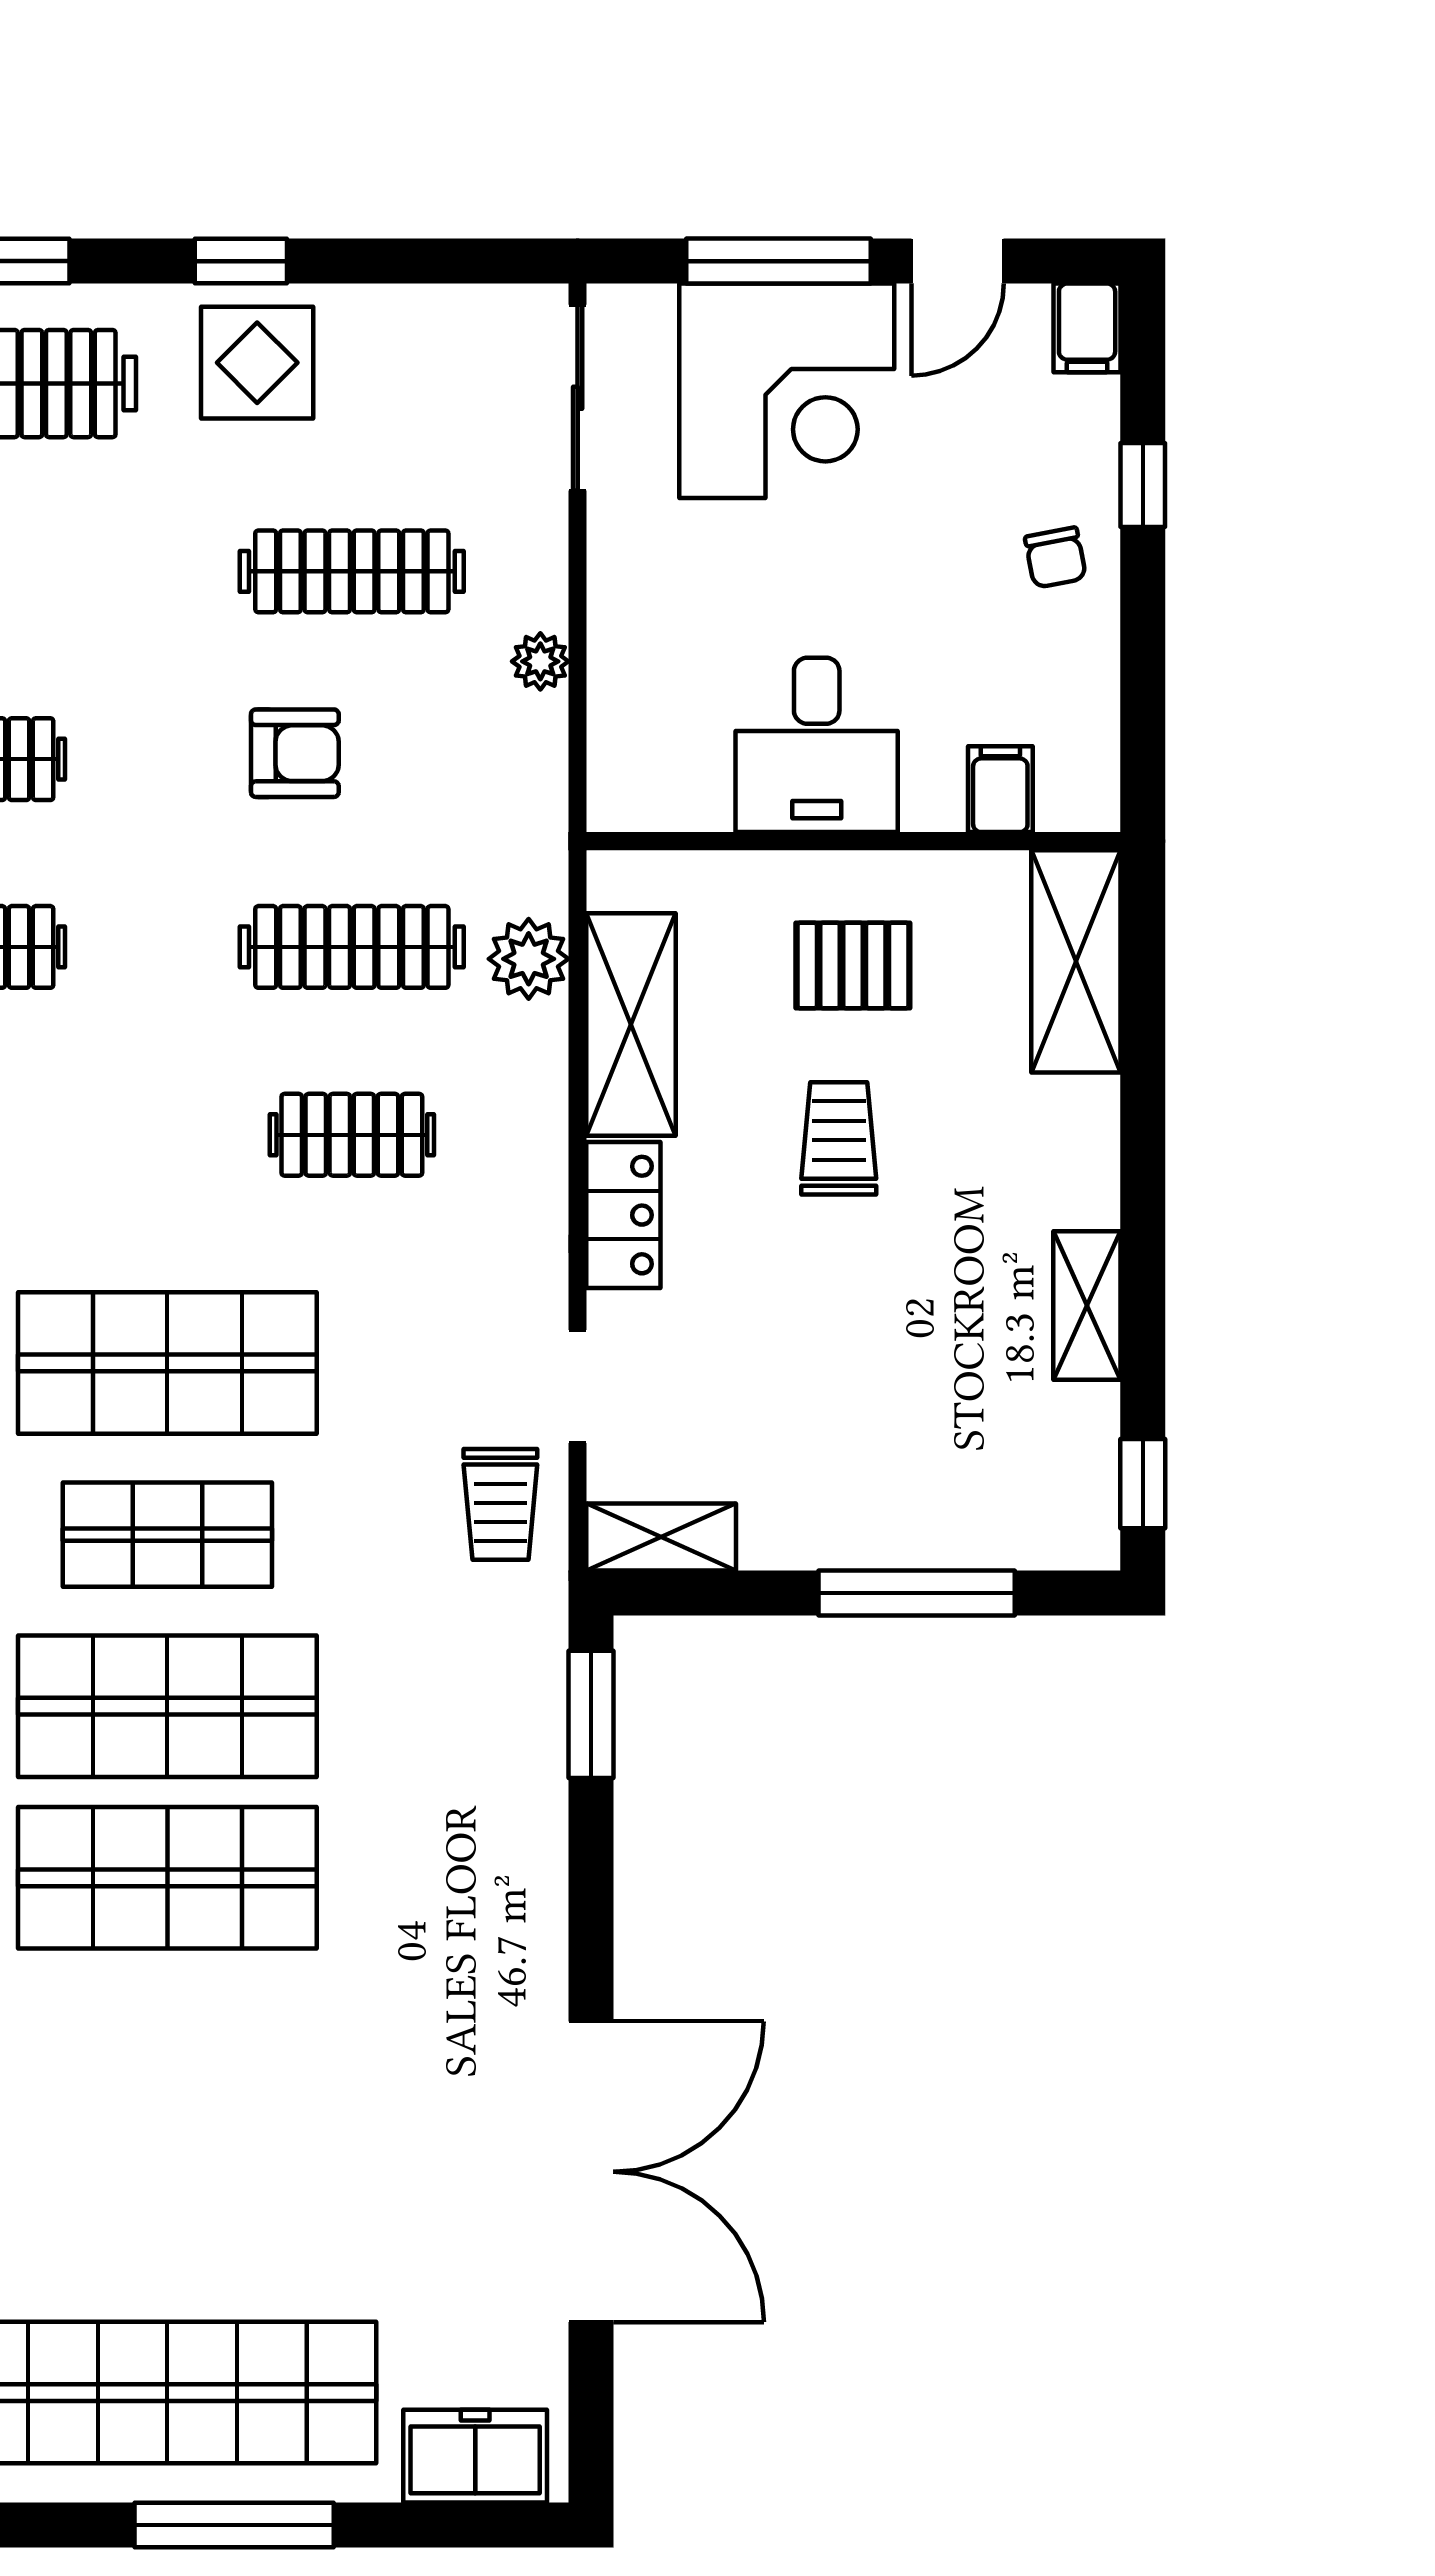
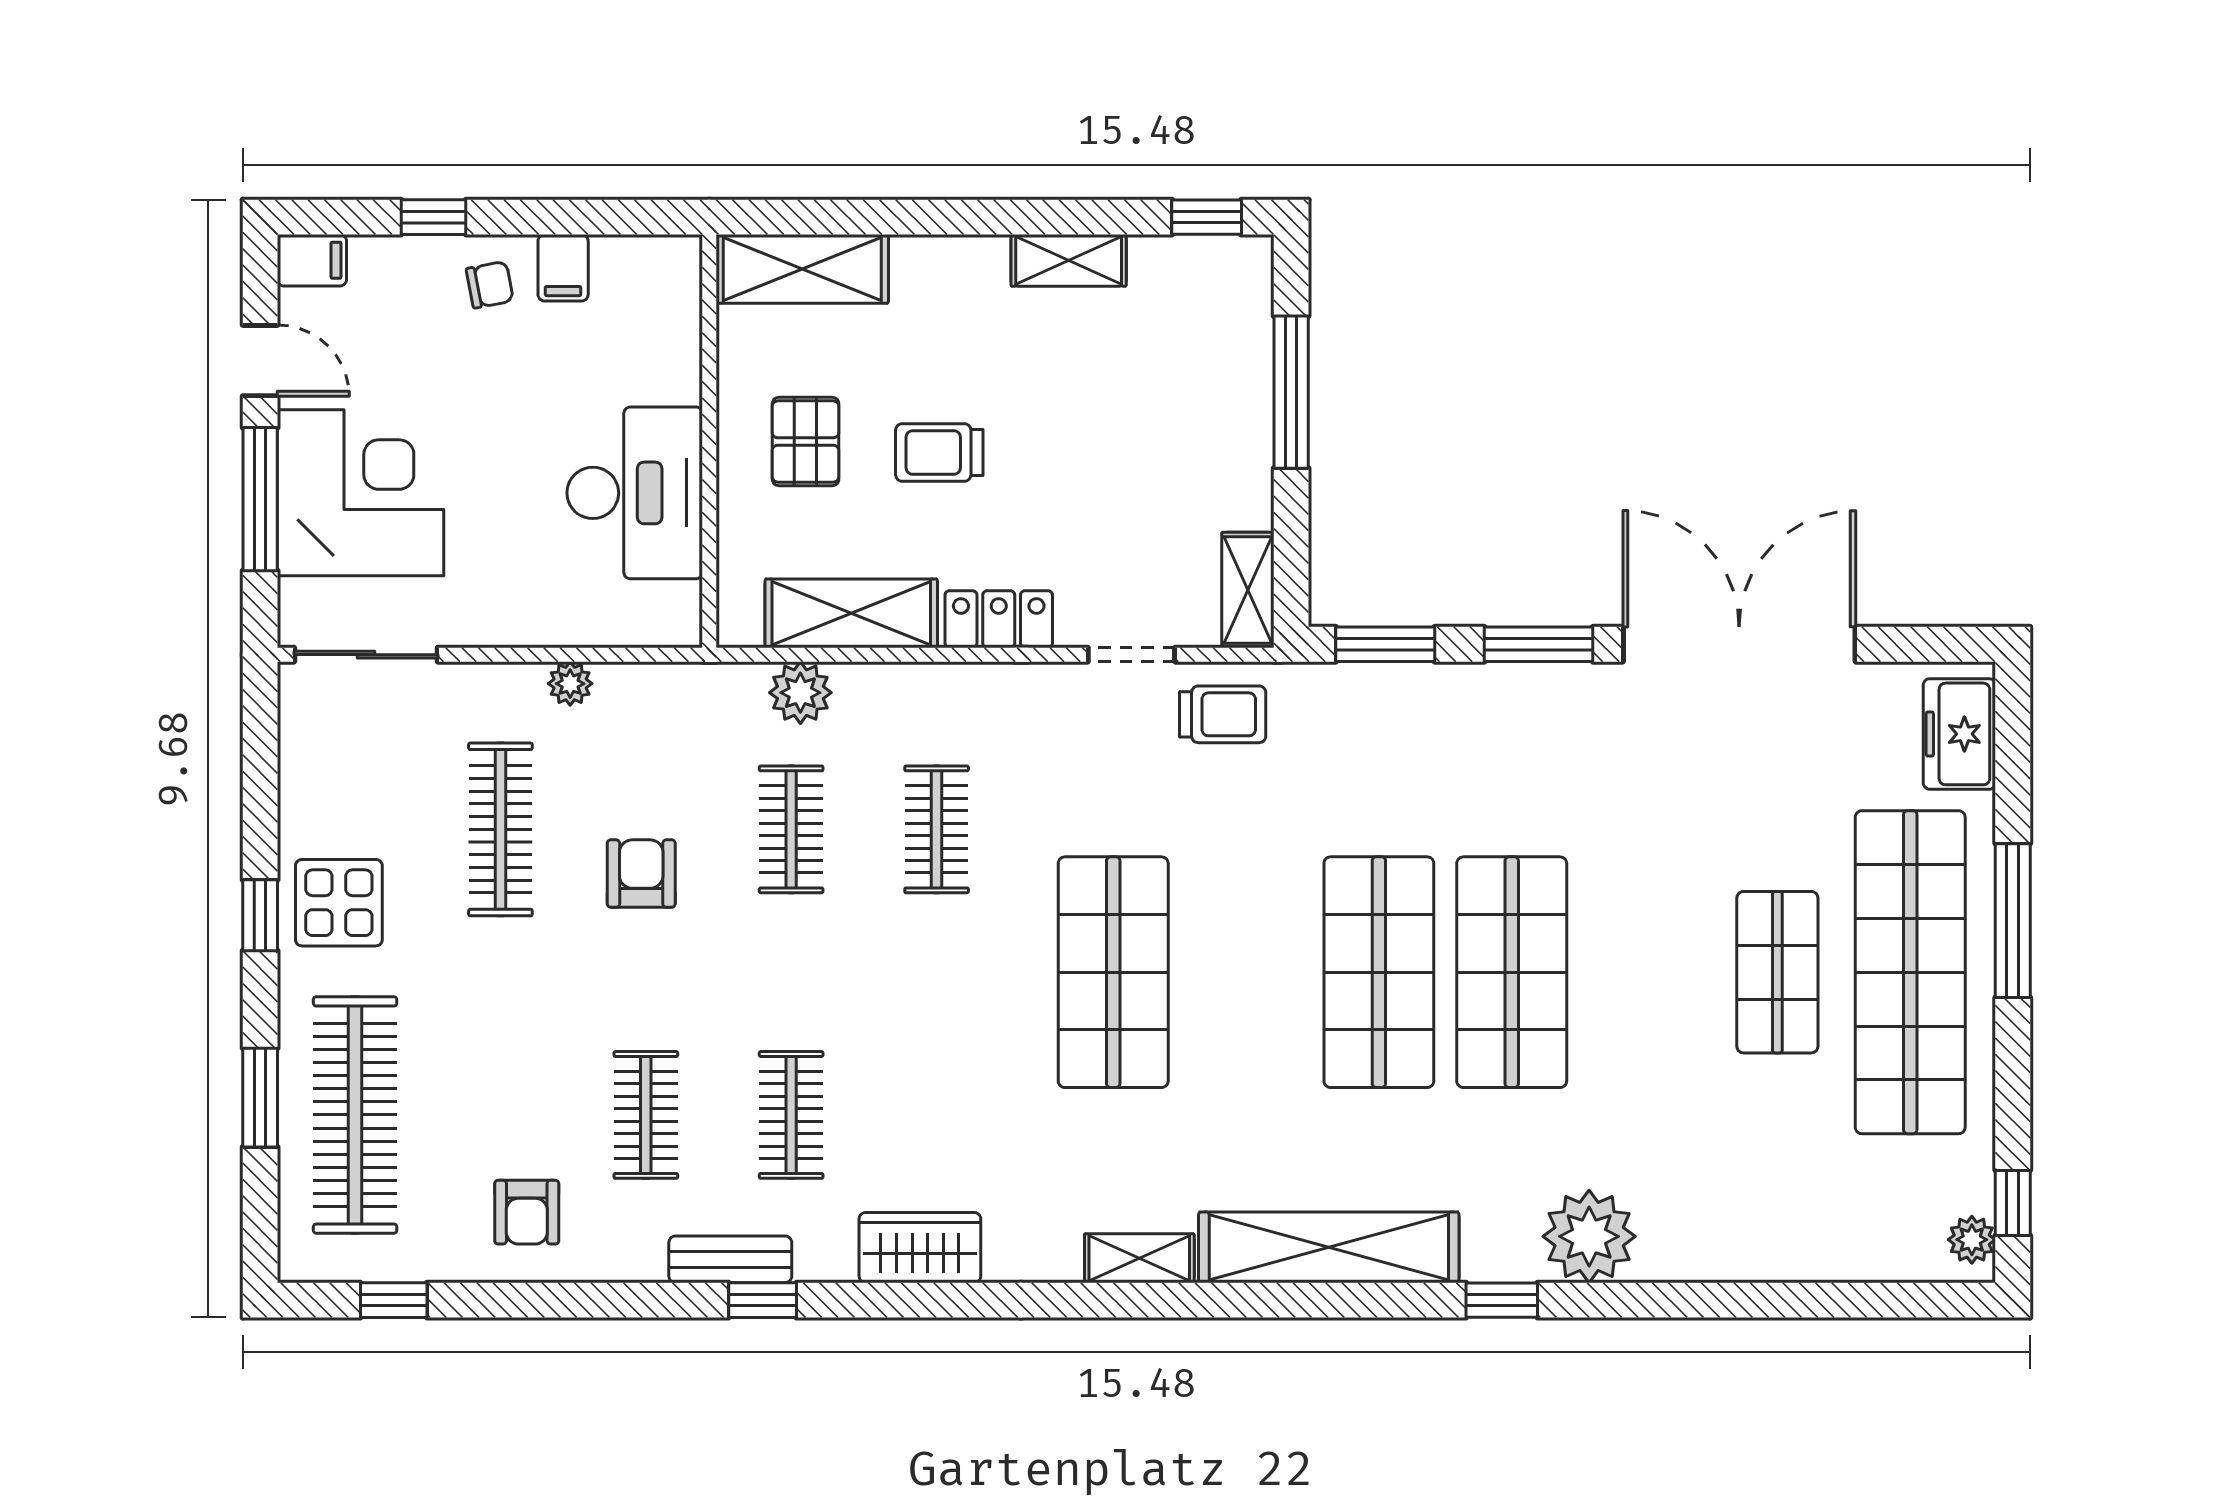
desk: (817, 745) -> (635, 493), width x1.37
filing cabinet: (1000, 789) -> (563, 268), moved, turned -90
clothes rail: (352, 947) -> (791, 829), width x0.73
shop shelf: (167, 1535) -> (1777, 972), moved
window: (591, 1912) -> (1539, 644), added

